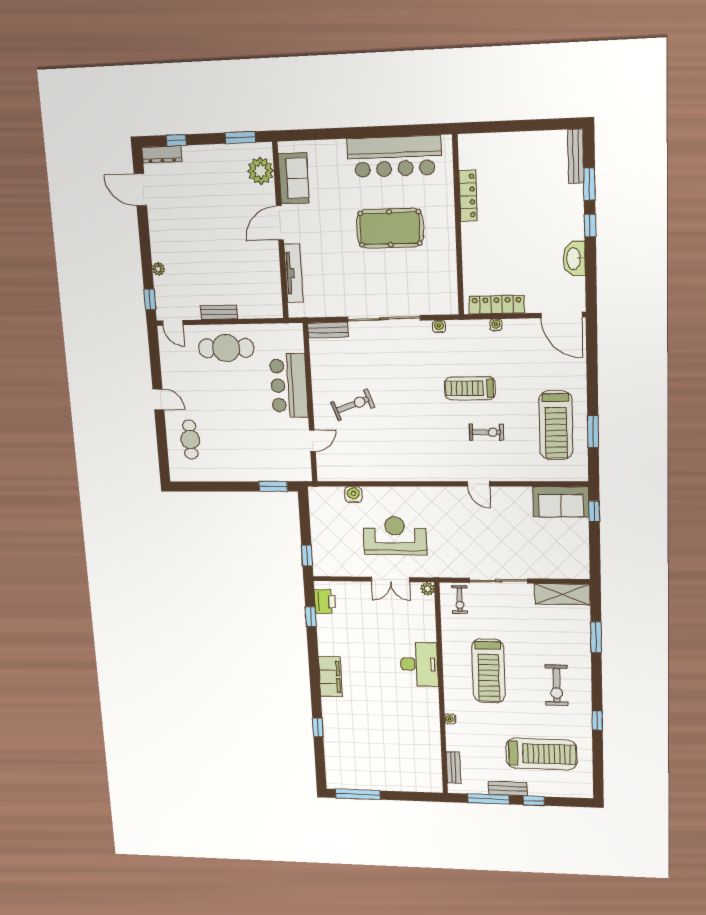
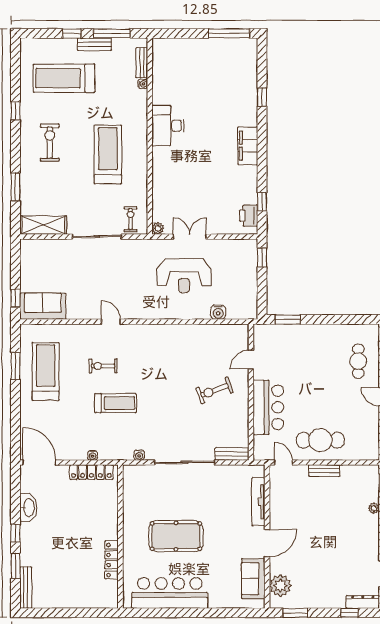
door: (173, 323) -> (283, 462), moved
desk: (419, 664) -> (168, 126), moved
water cooler: (450, 719) -> (143, 84), moved

